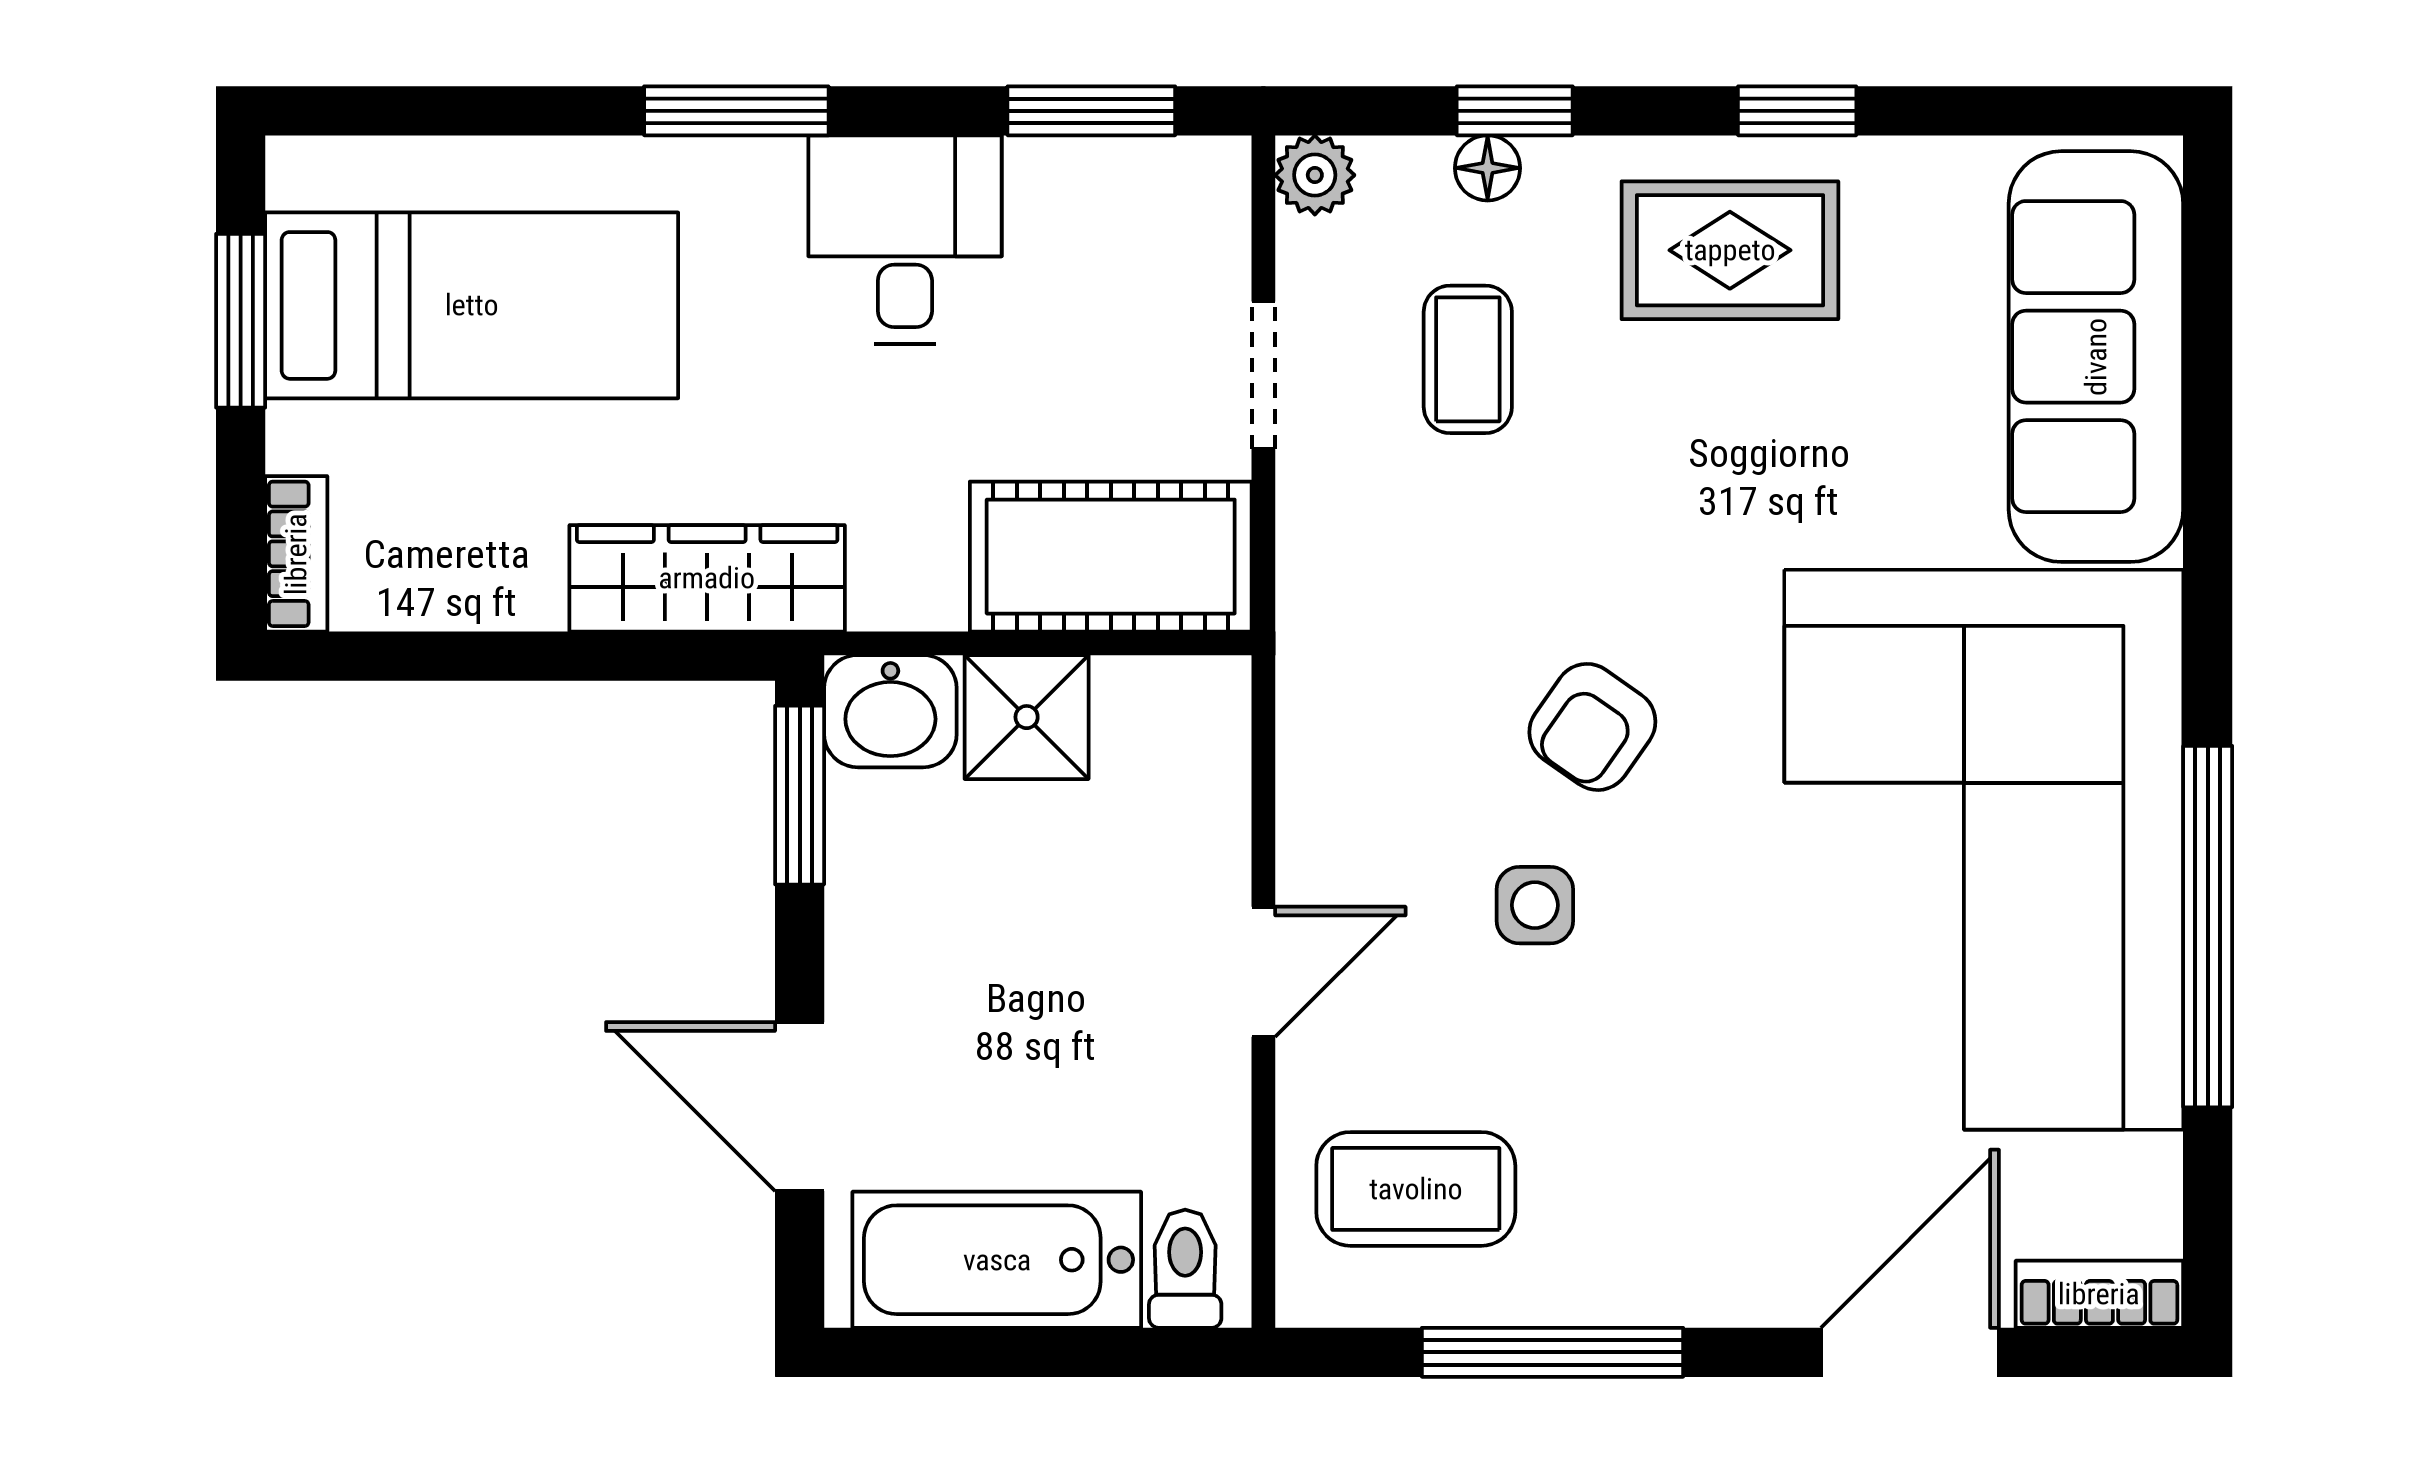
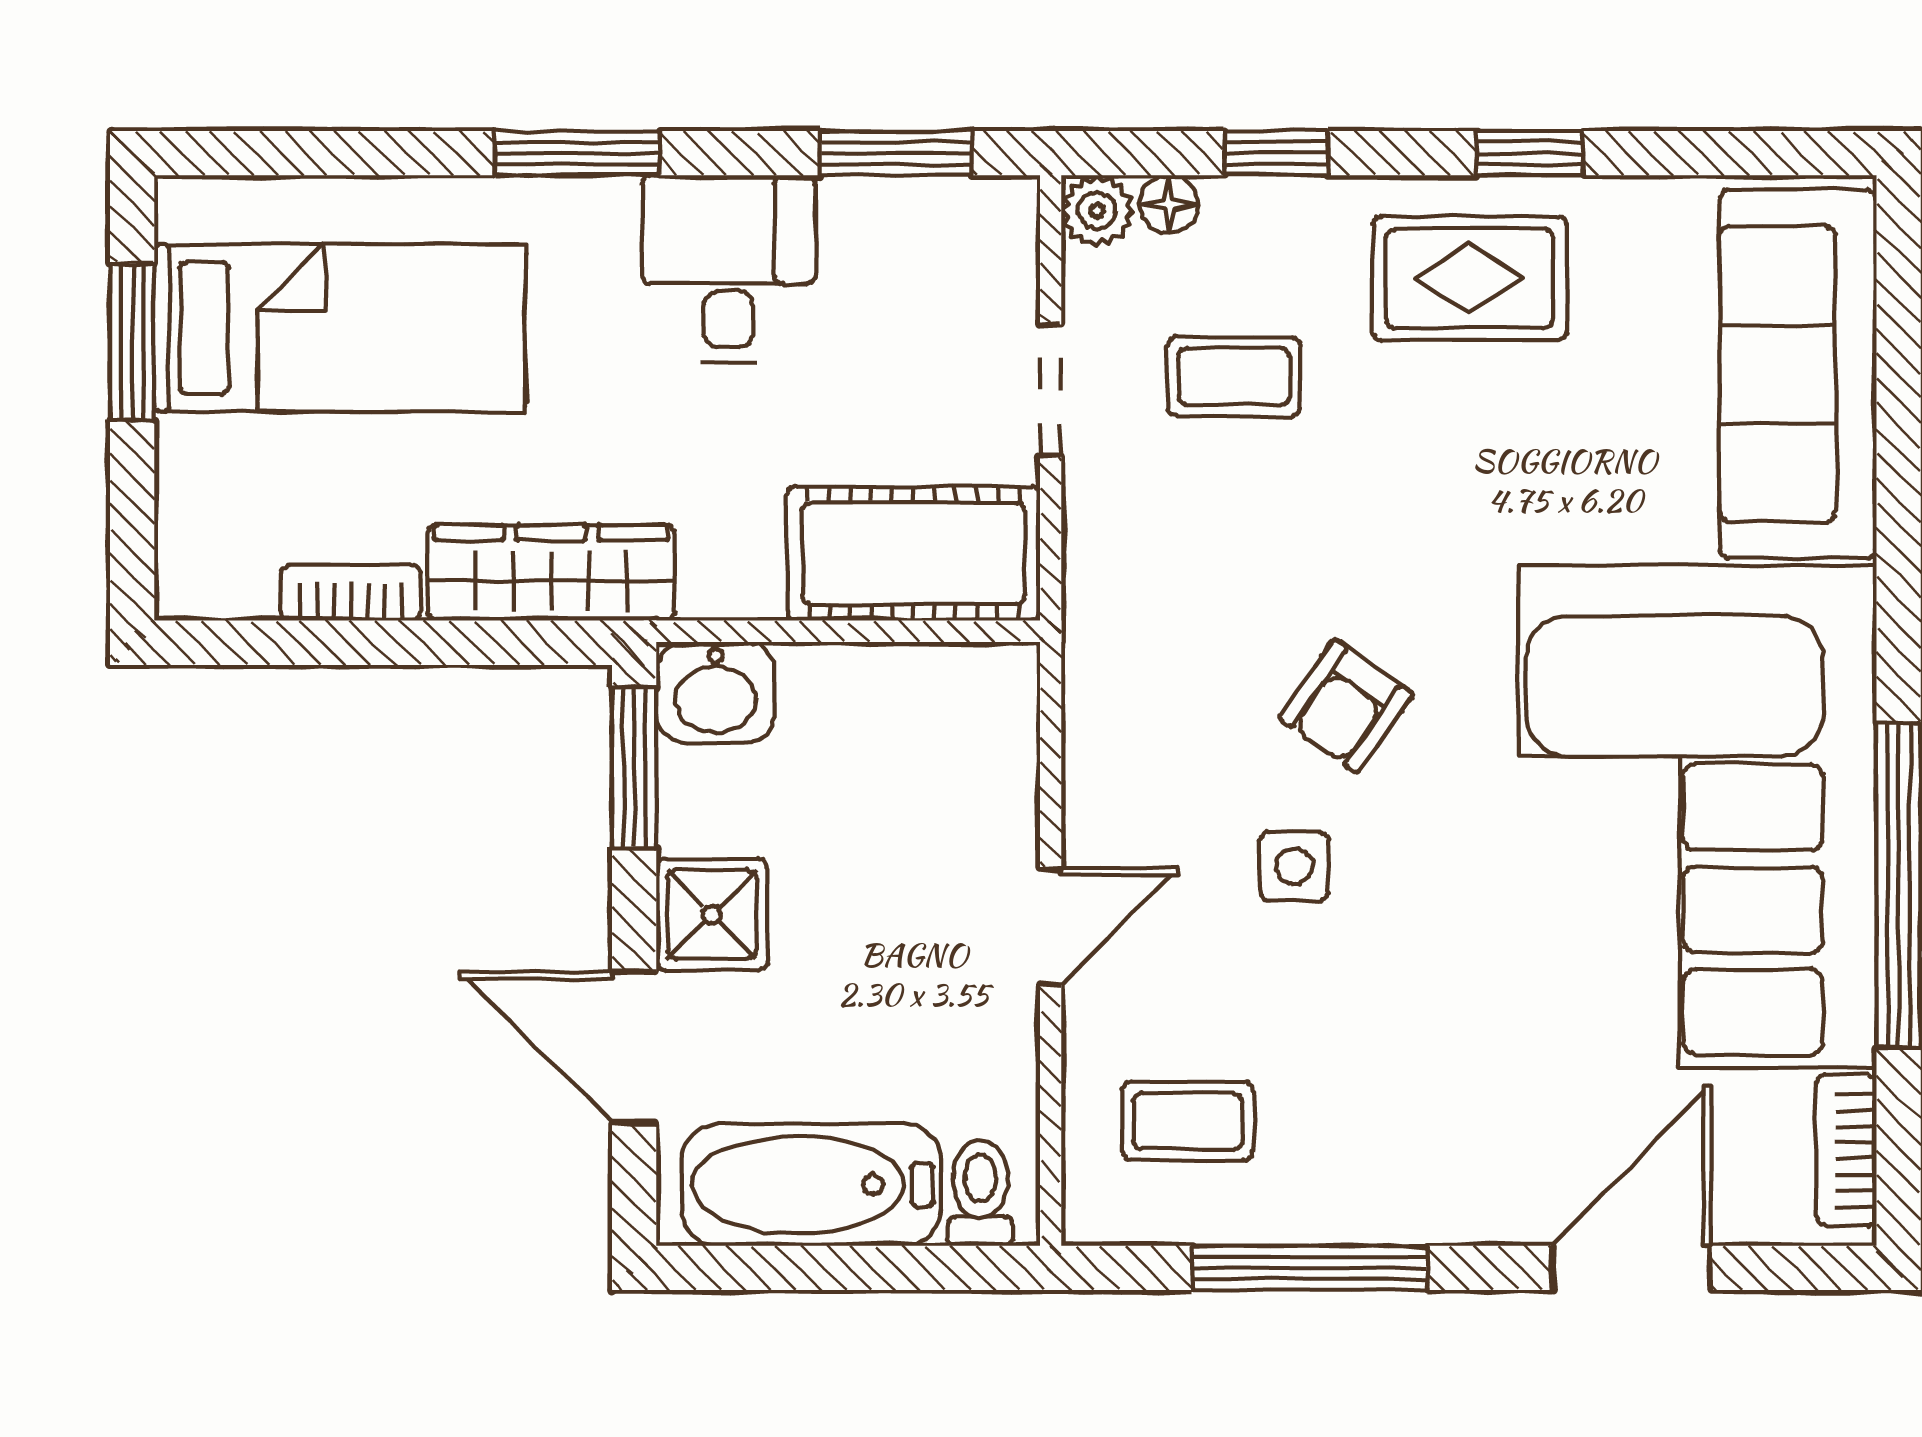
floor lamp: (1488, 168) -> (1169, 204), moved
coffee table: (1468, 359) -> (1234, 376), turned 90
bookcase: (296, 554) -> (351, 593), moved, turned -90
shower: (1027, 717) -> (712, 915), moved
coffee table: (1416, 1189) -> (1187, 1121), width x0.73, depth x0.77
bookcase: (2099, 1294) -> (1846, 1150), moved, turned -90

